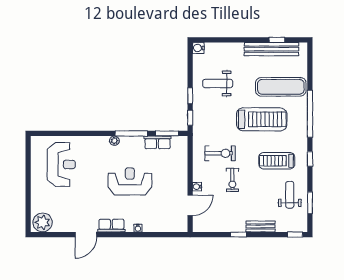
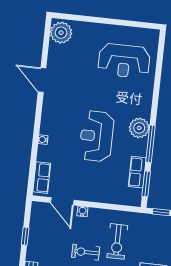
plant: (114, 141) -> (139, 128), width x1.87, depth x1.87
reception desk: (130, 181) -> (97, 136), turned 180
row of seats: (111, 226) -> (42, 178), moved
window: (239, 235) -> (25, 236), moved

